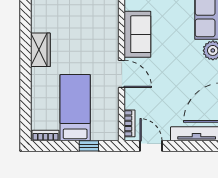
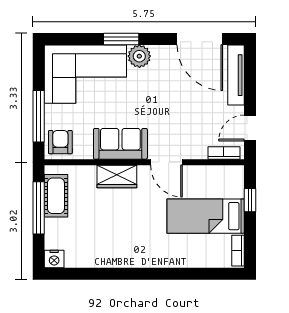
wardrobe: (40, 50) -> (117, 177), moved, turned 180
door: (122, 74) -> (166, 162), swing flipped

